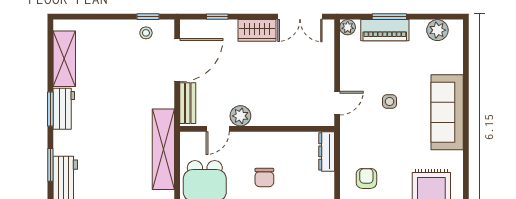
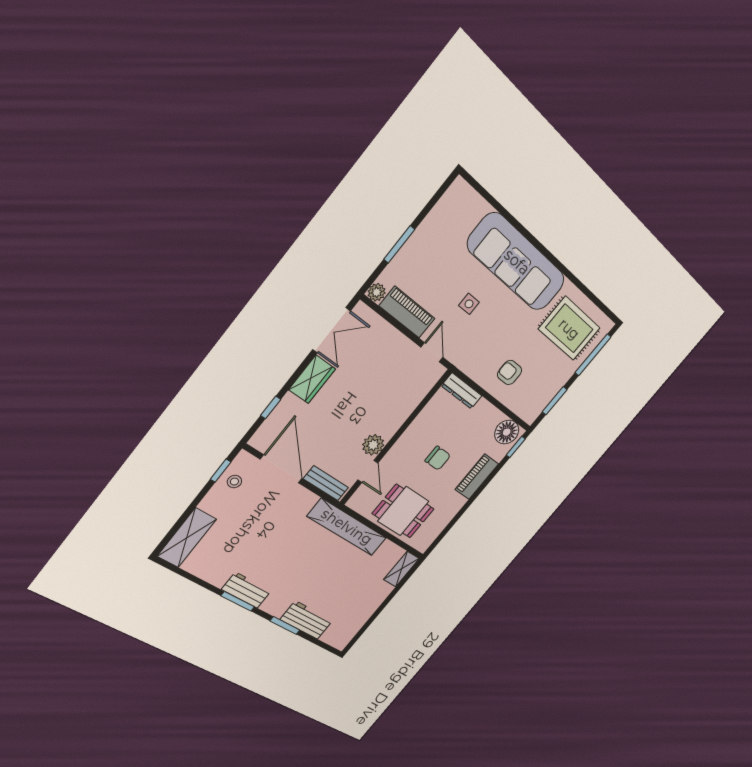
piano: (385, 30) -> (407, 312), moved, turned -90
plant: (437, 30) -> (448, 207), removed
shelving: (64, 59) -> (187, 538), moved, turned 90
sofa: (447, 112) -> (517, 262), width x1.36, depth x1.27

